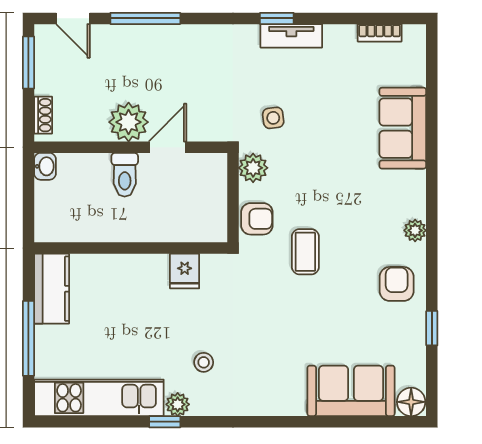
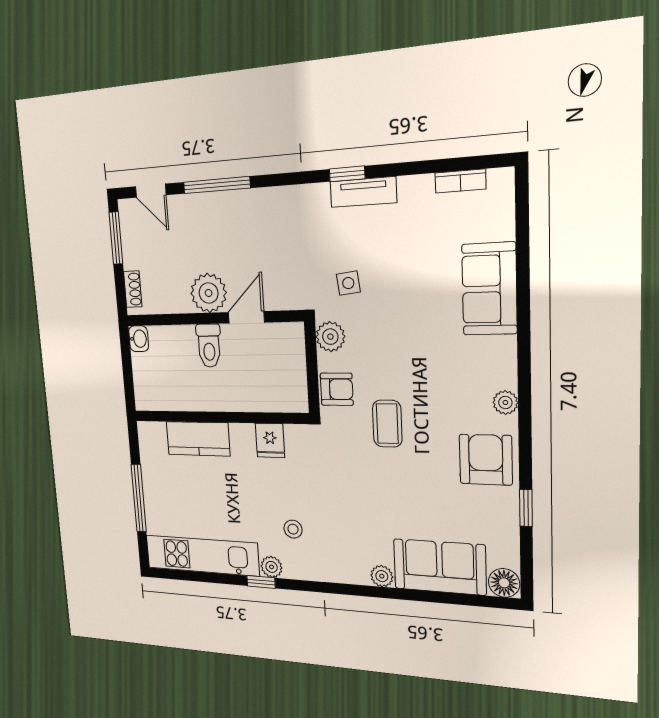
armchair: (397, 284) -> (486, 460), width x1.38, depth x1.38
kitchen counter: (52, 289) -> (198, 439), moved, turned 90
plant: (294, 405) -> (382, 576), added

